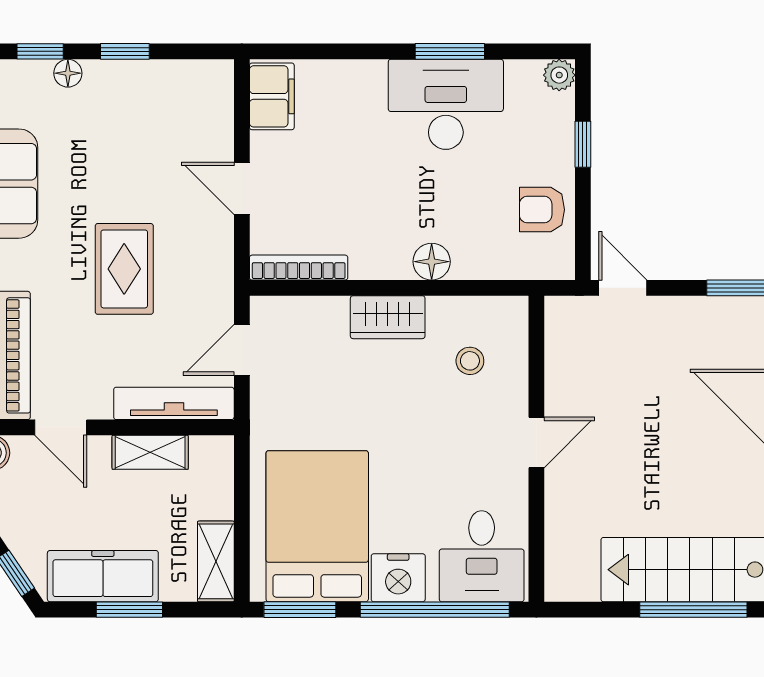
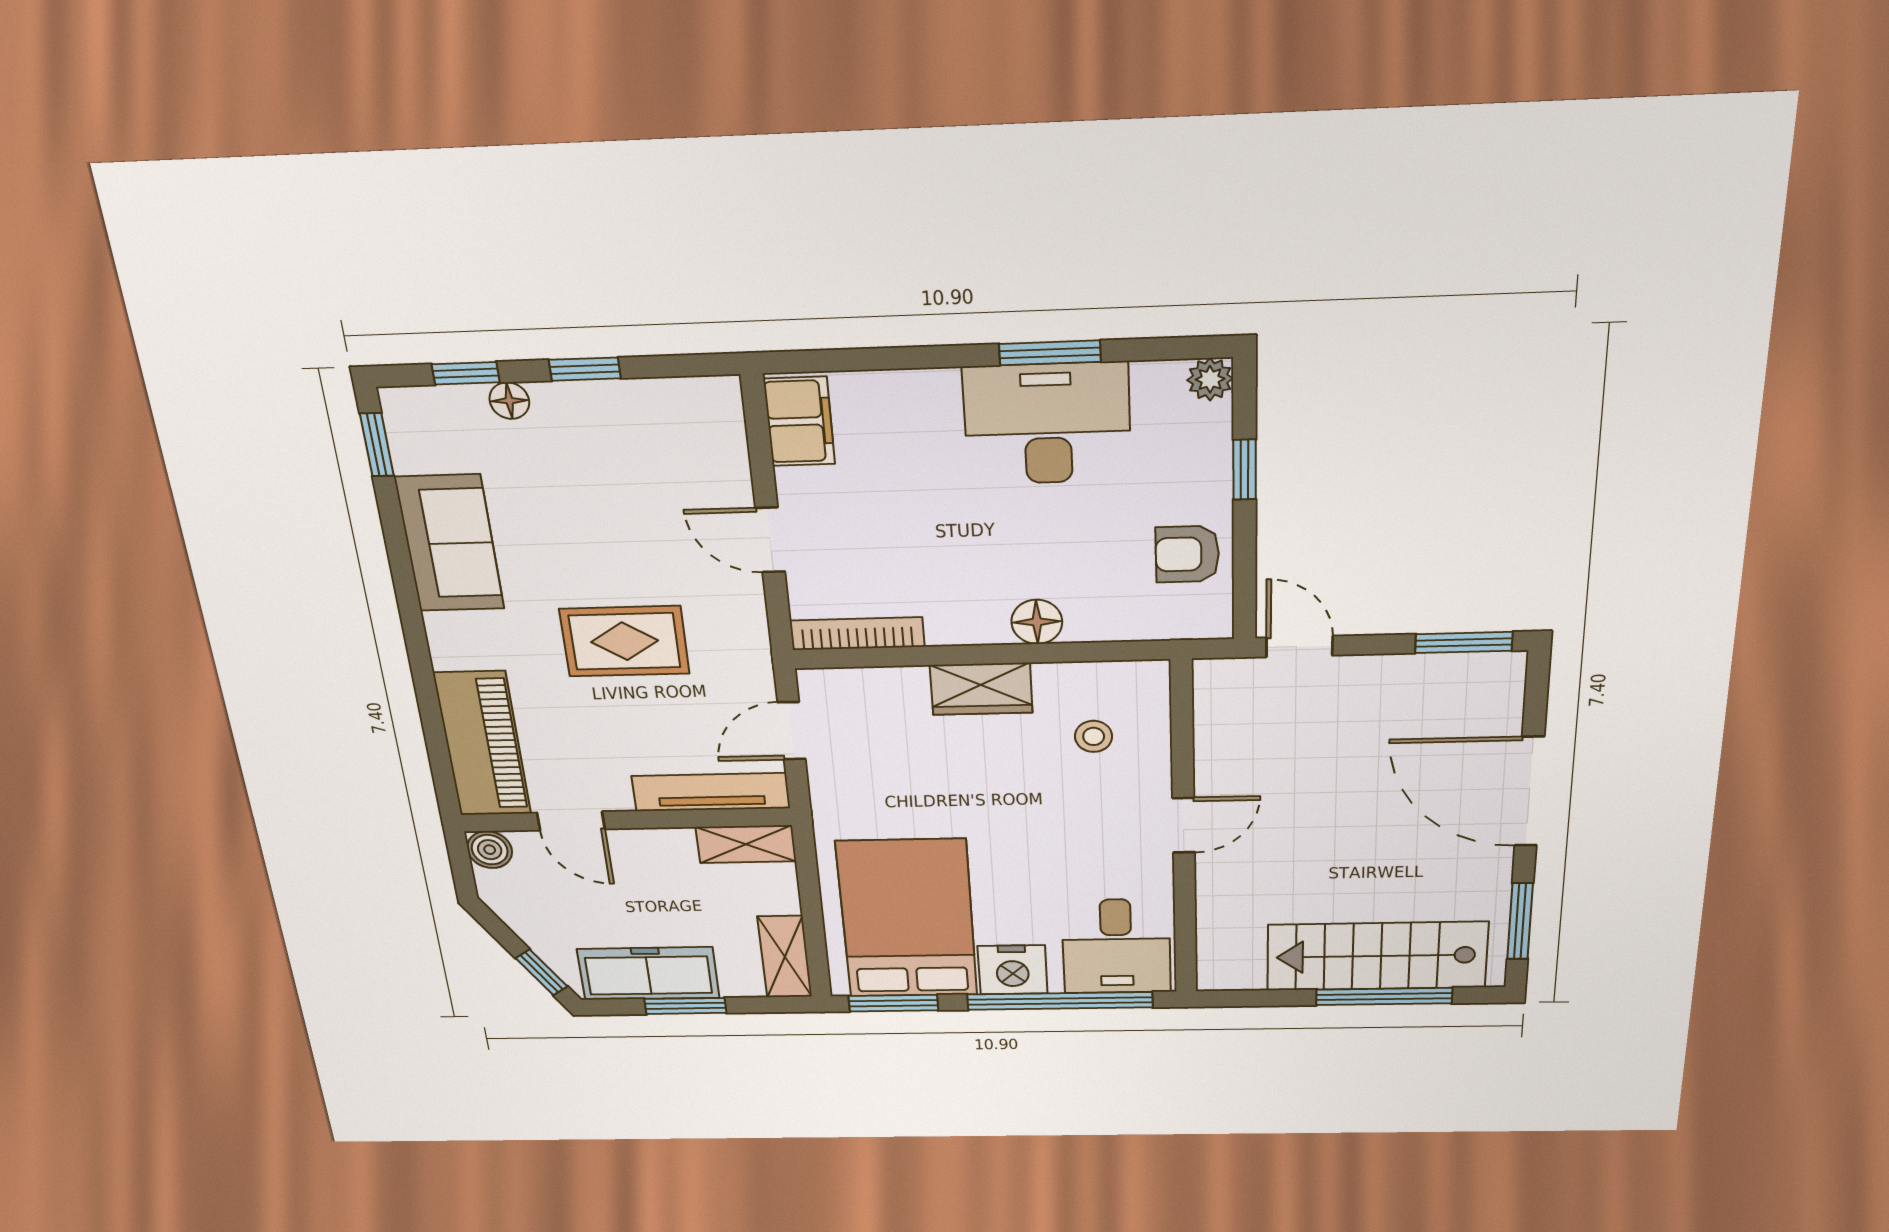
rug: (124, 269) -> (625, 641), turned 90
shelving: (150, 452) -> (746, 844), moved

